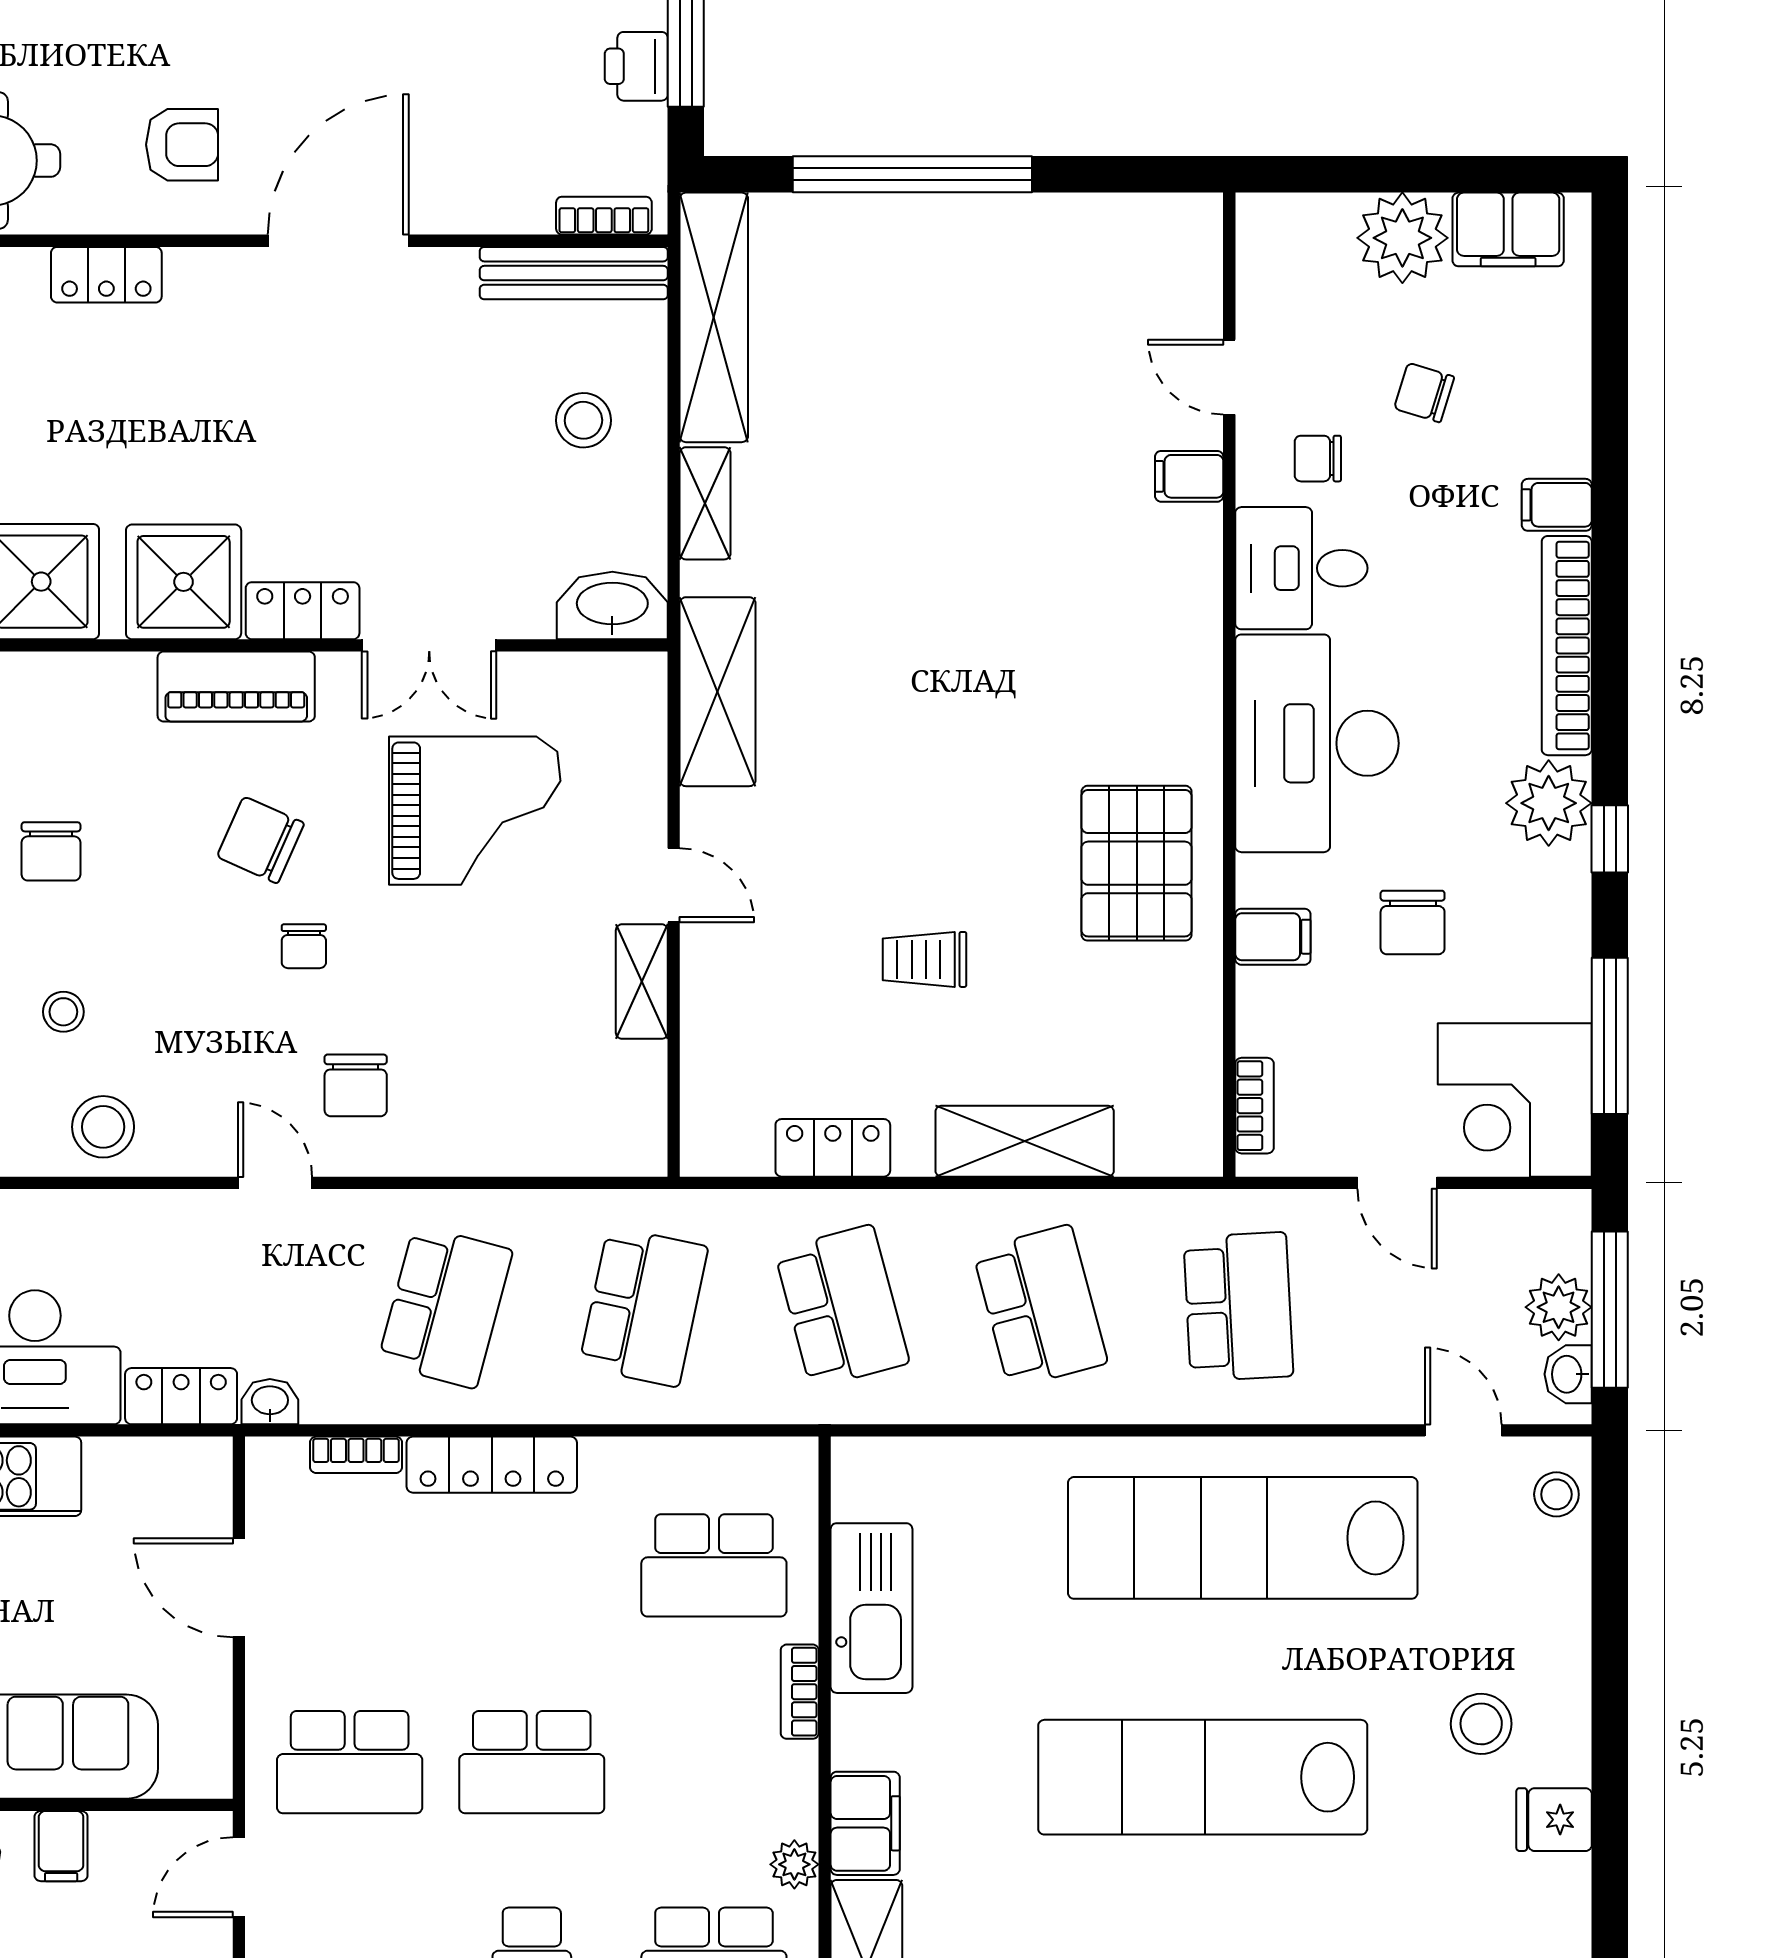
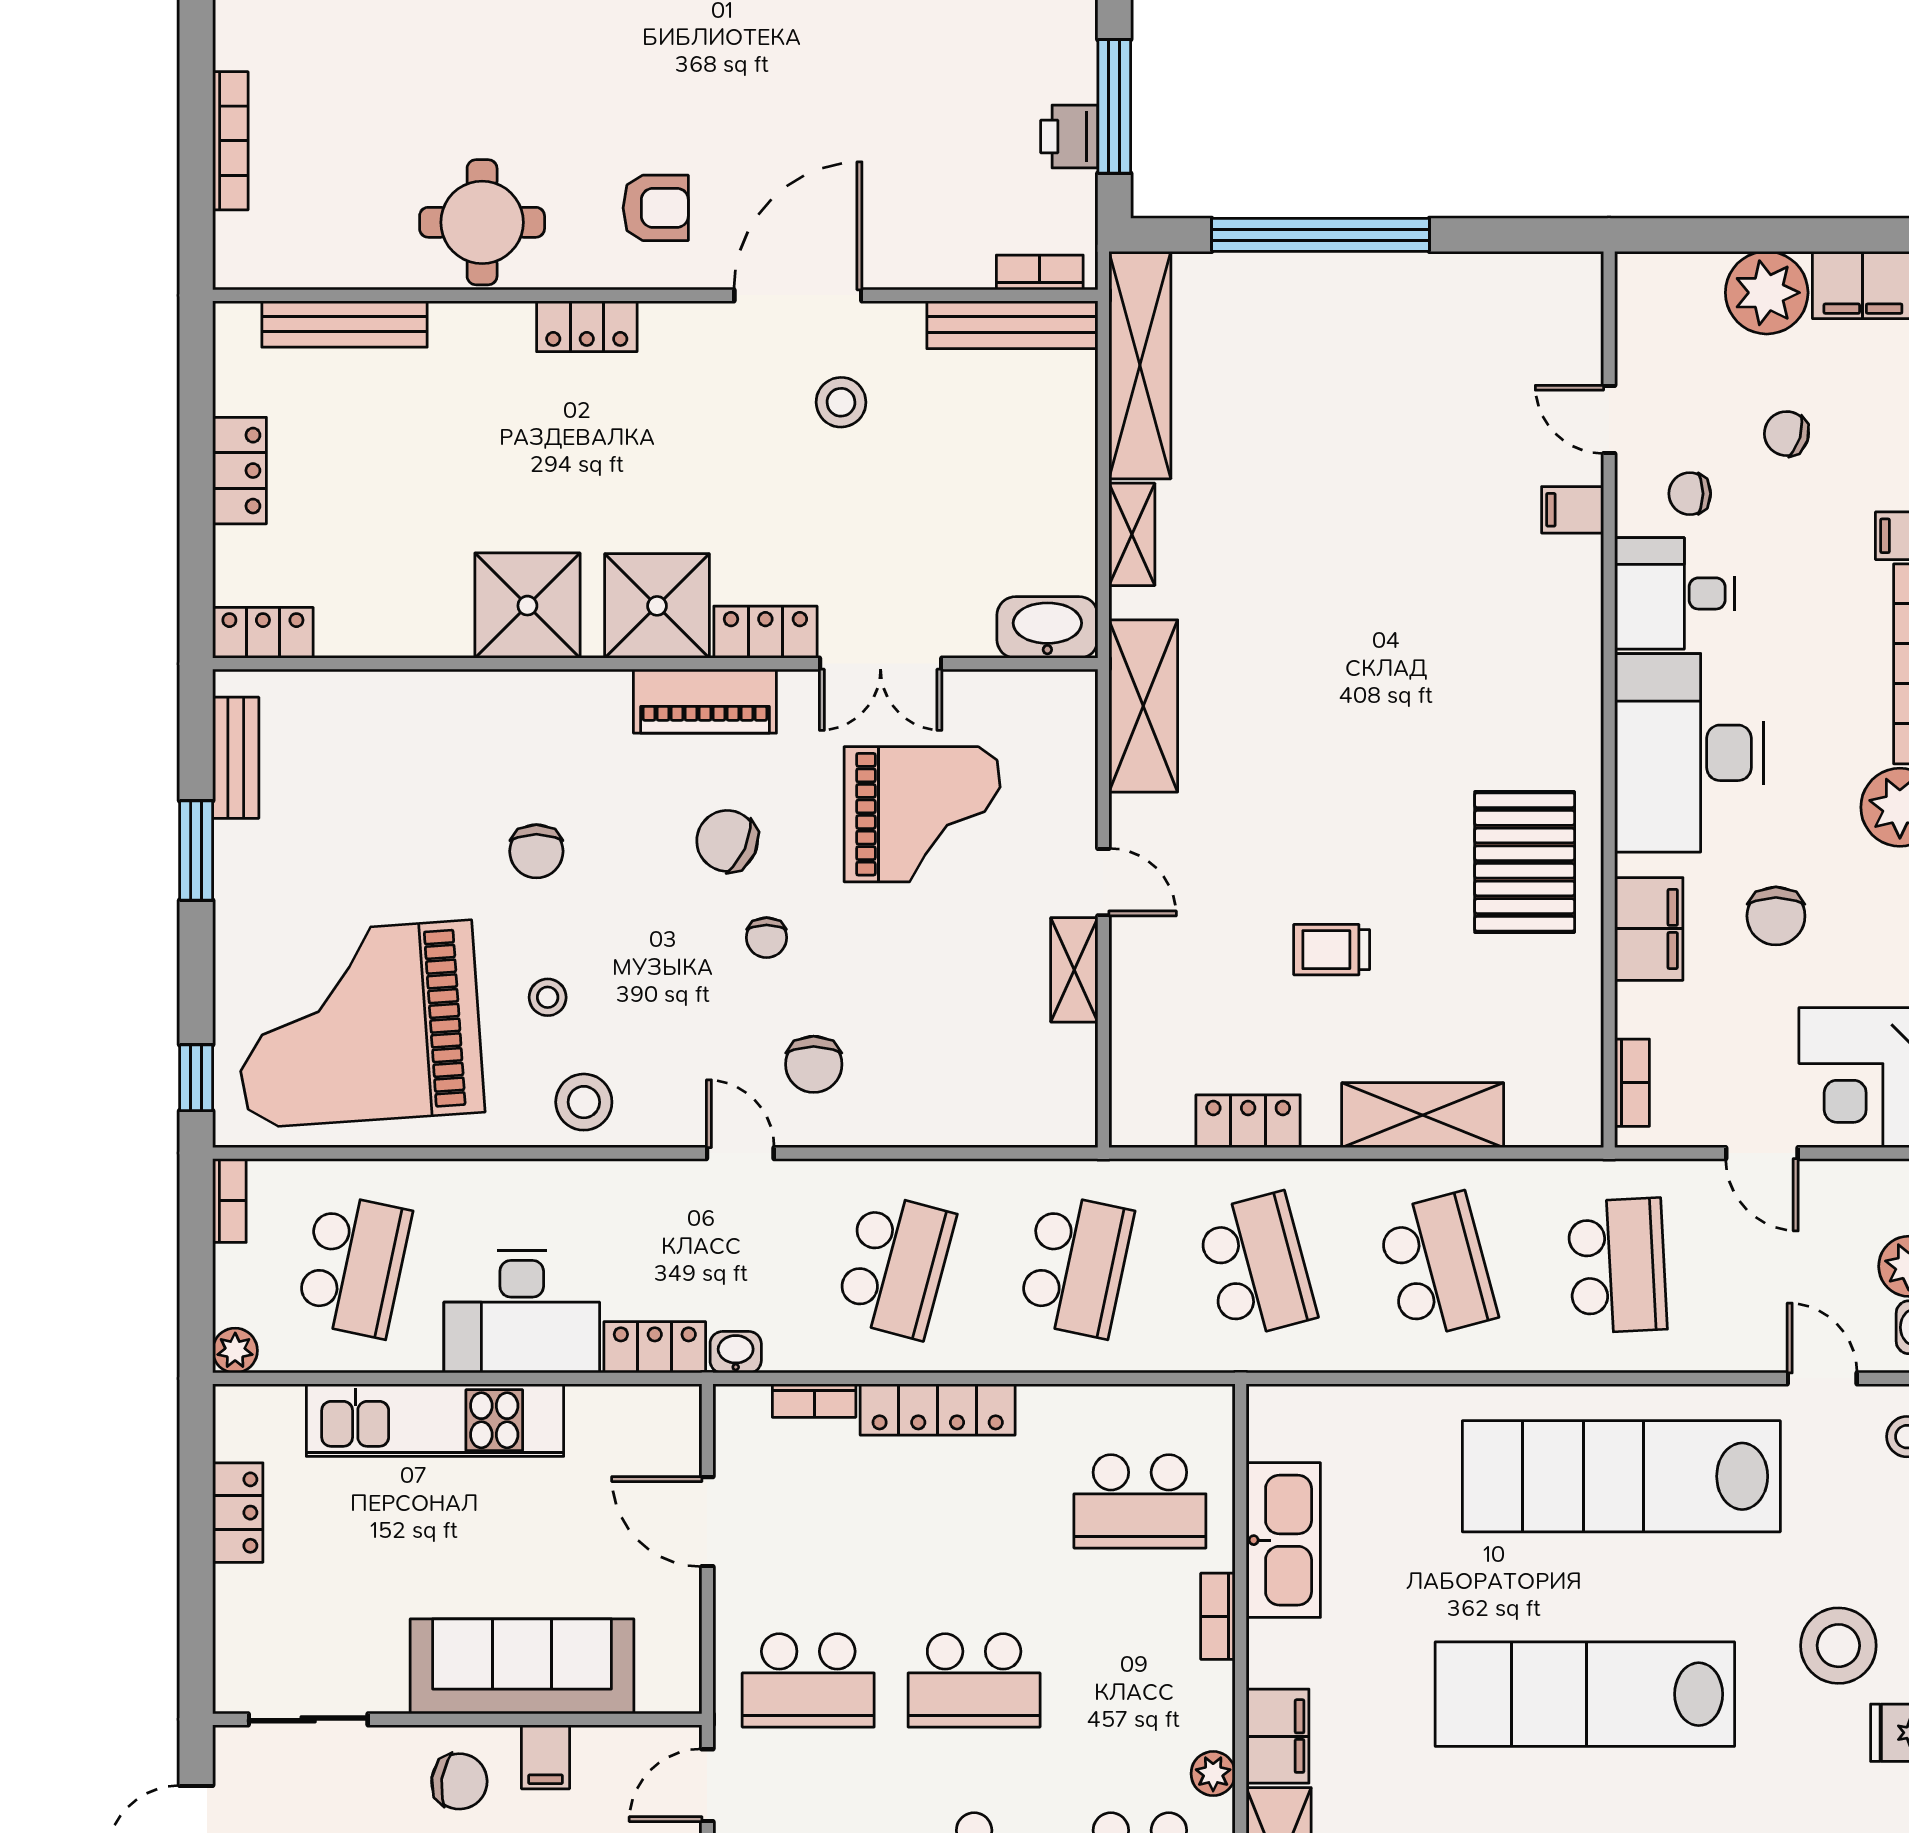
stool: (583, 420) -> (841, 402), moved
filing cabinet: (1273, 937) -> (1649, 929), width x2.00
stool: (1481, 1724) -> (1838, 1646), width x1.38, depth x1.38

